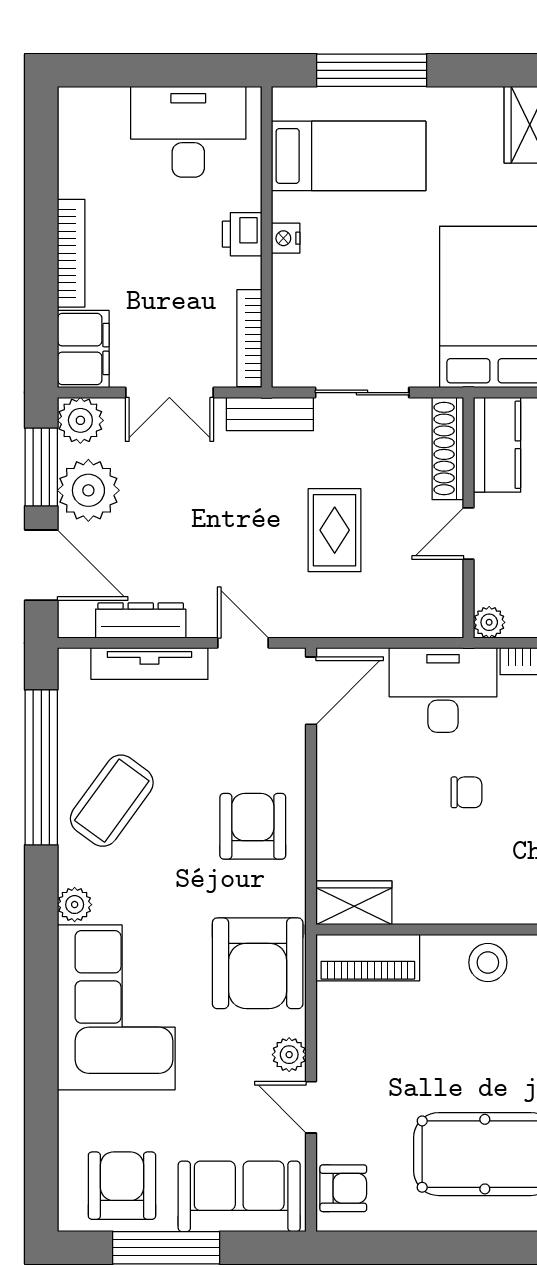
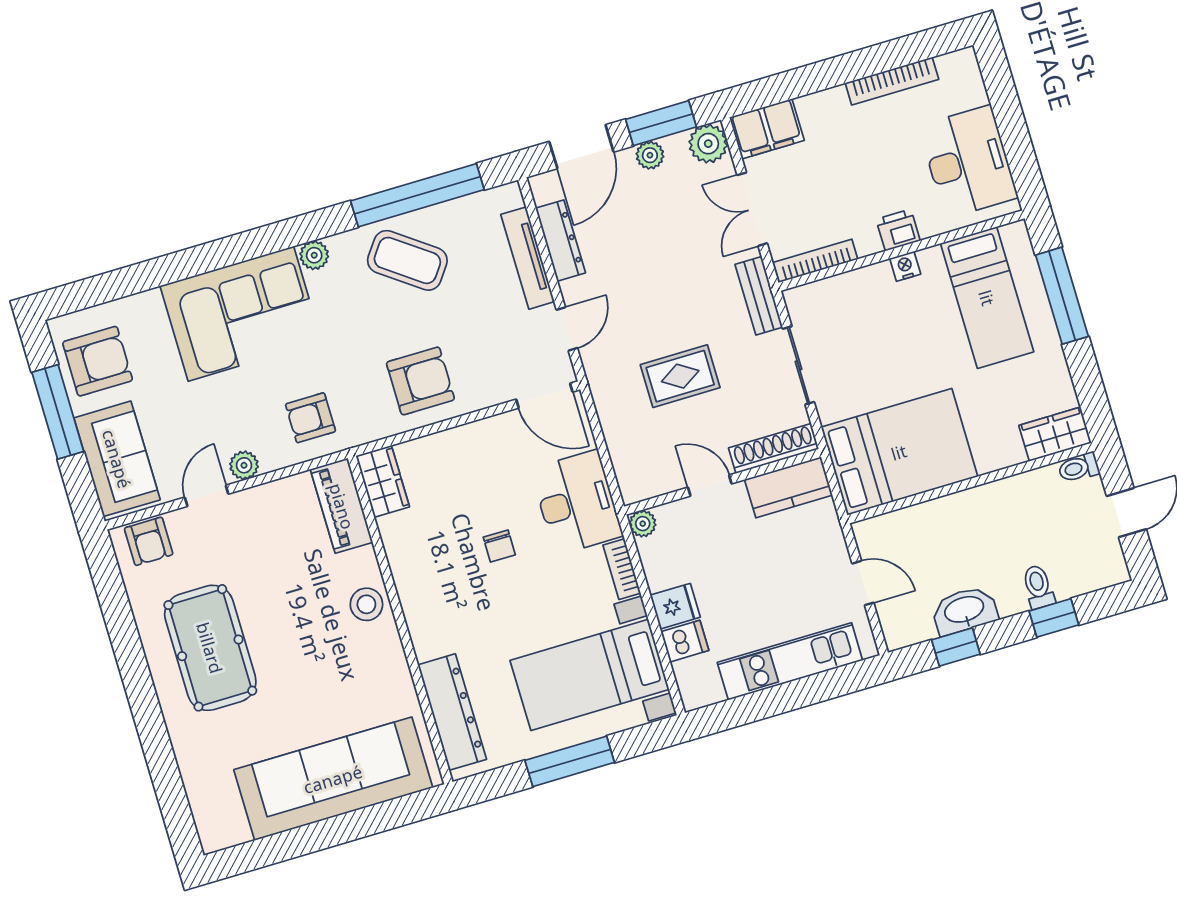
bookcase: (71, 253) -> (892, 81), moved
plant: (88, 490) -> (650, 155), width x0.53, depth x0.53
armchair: (258, 963) -> (311, 418), width x0.53, depth x0.53

